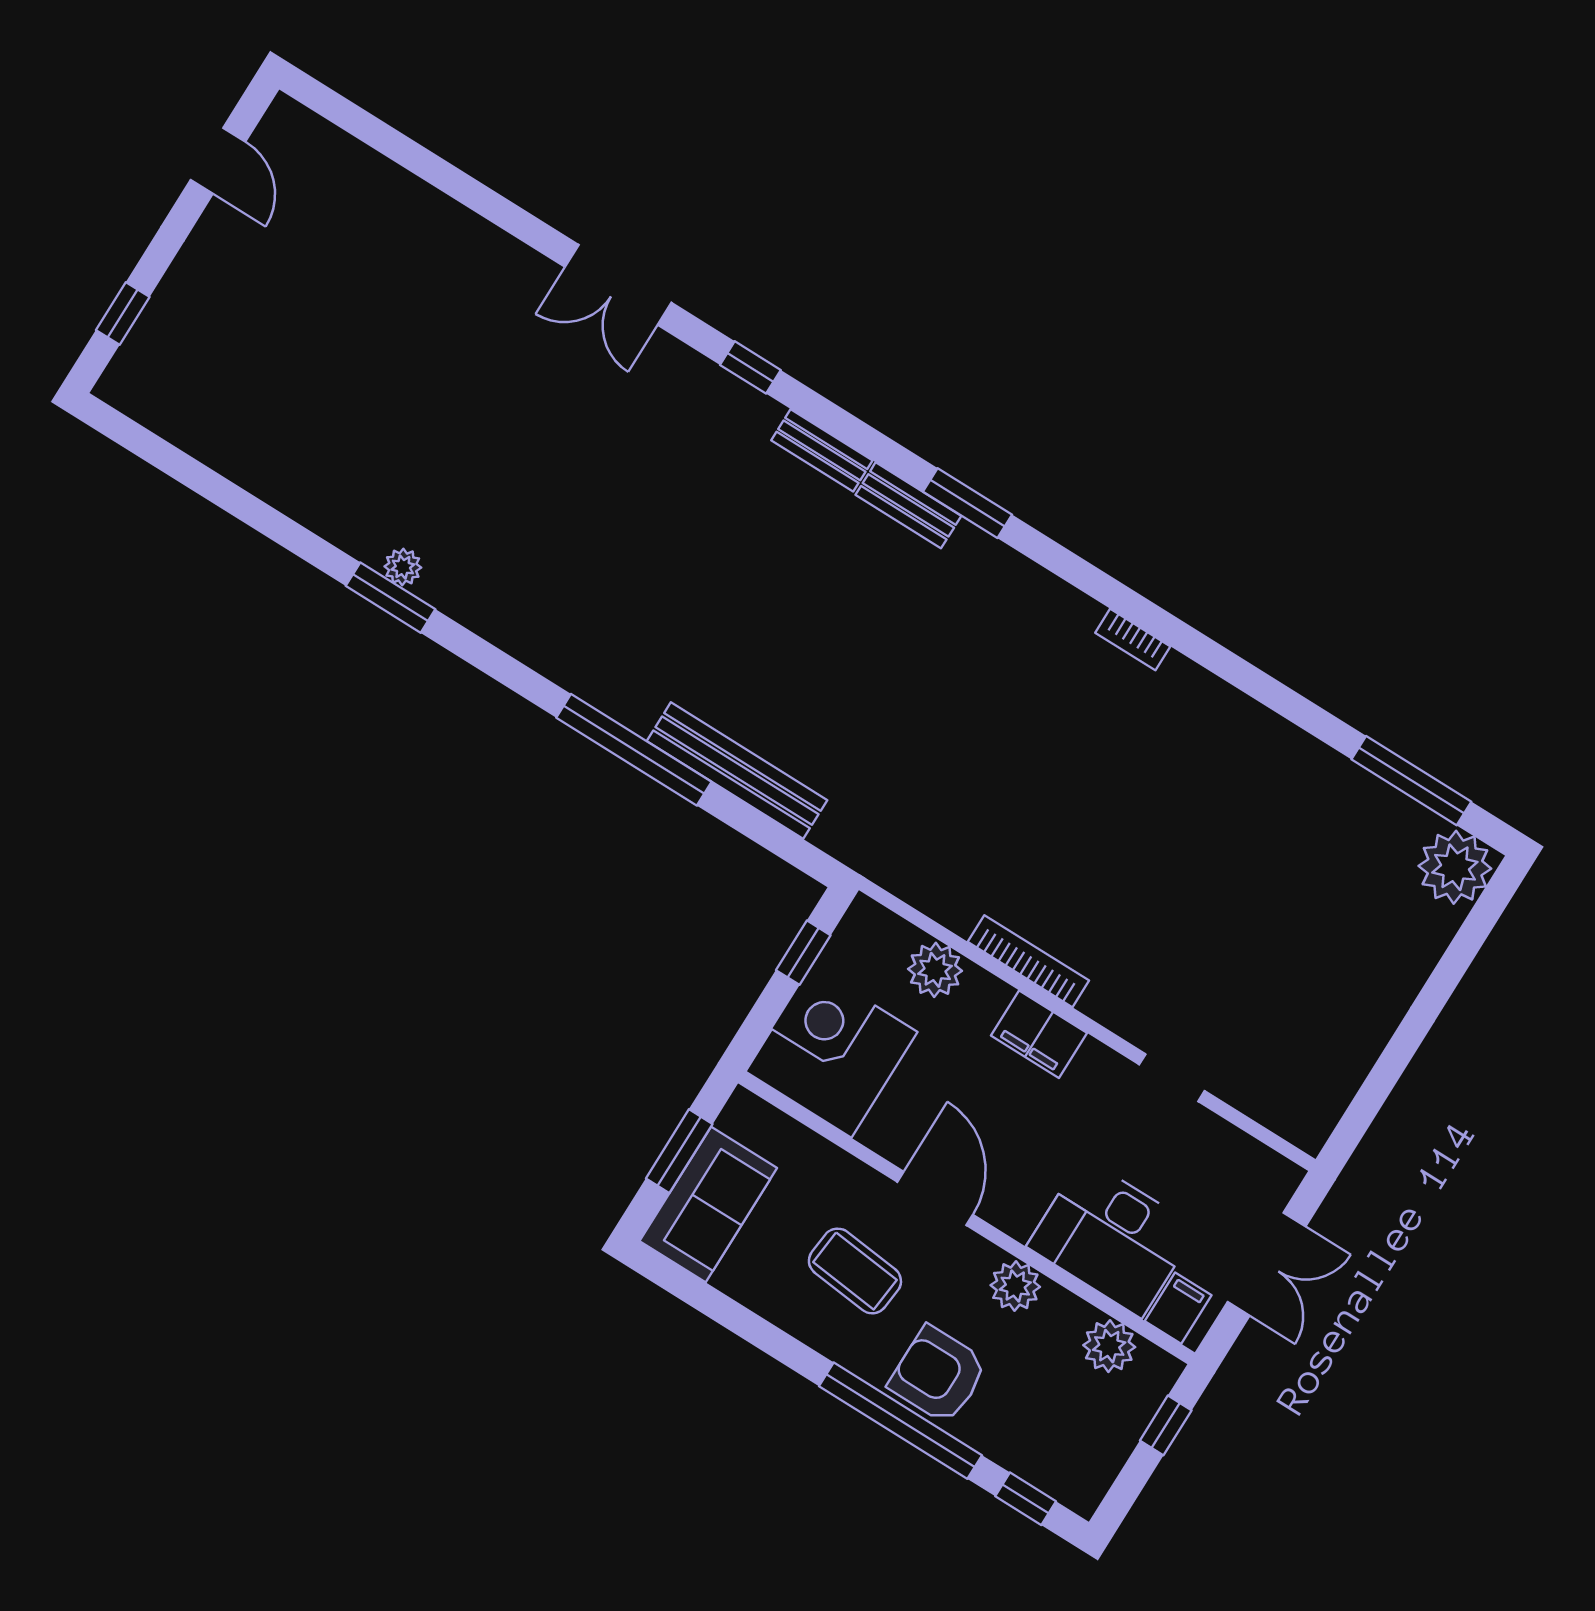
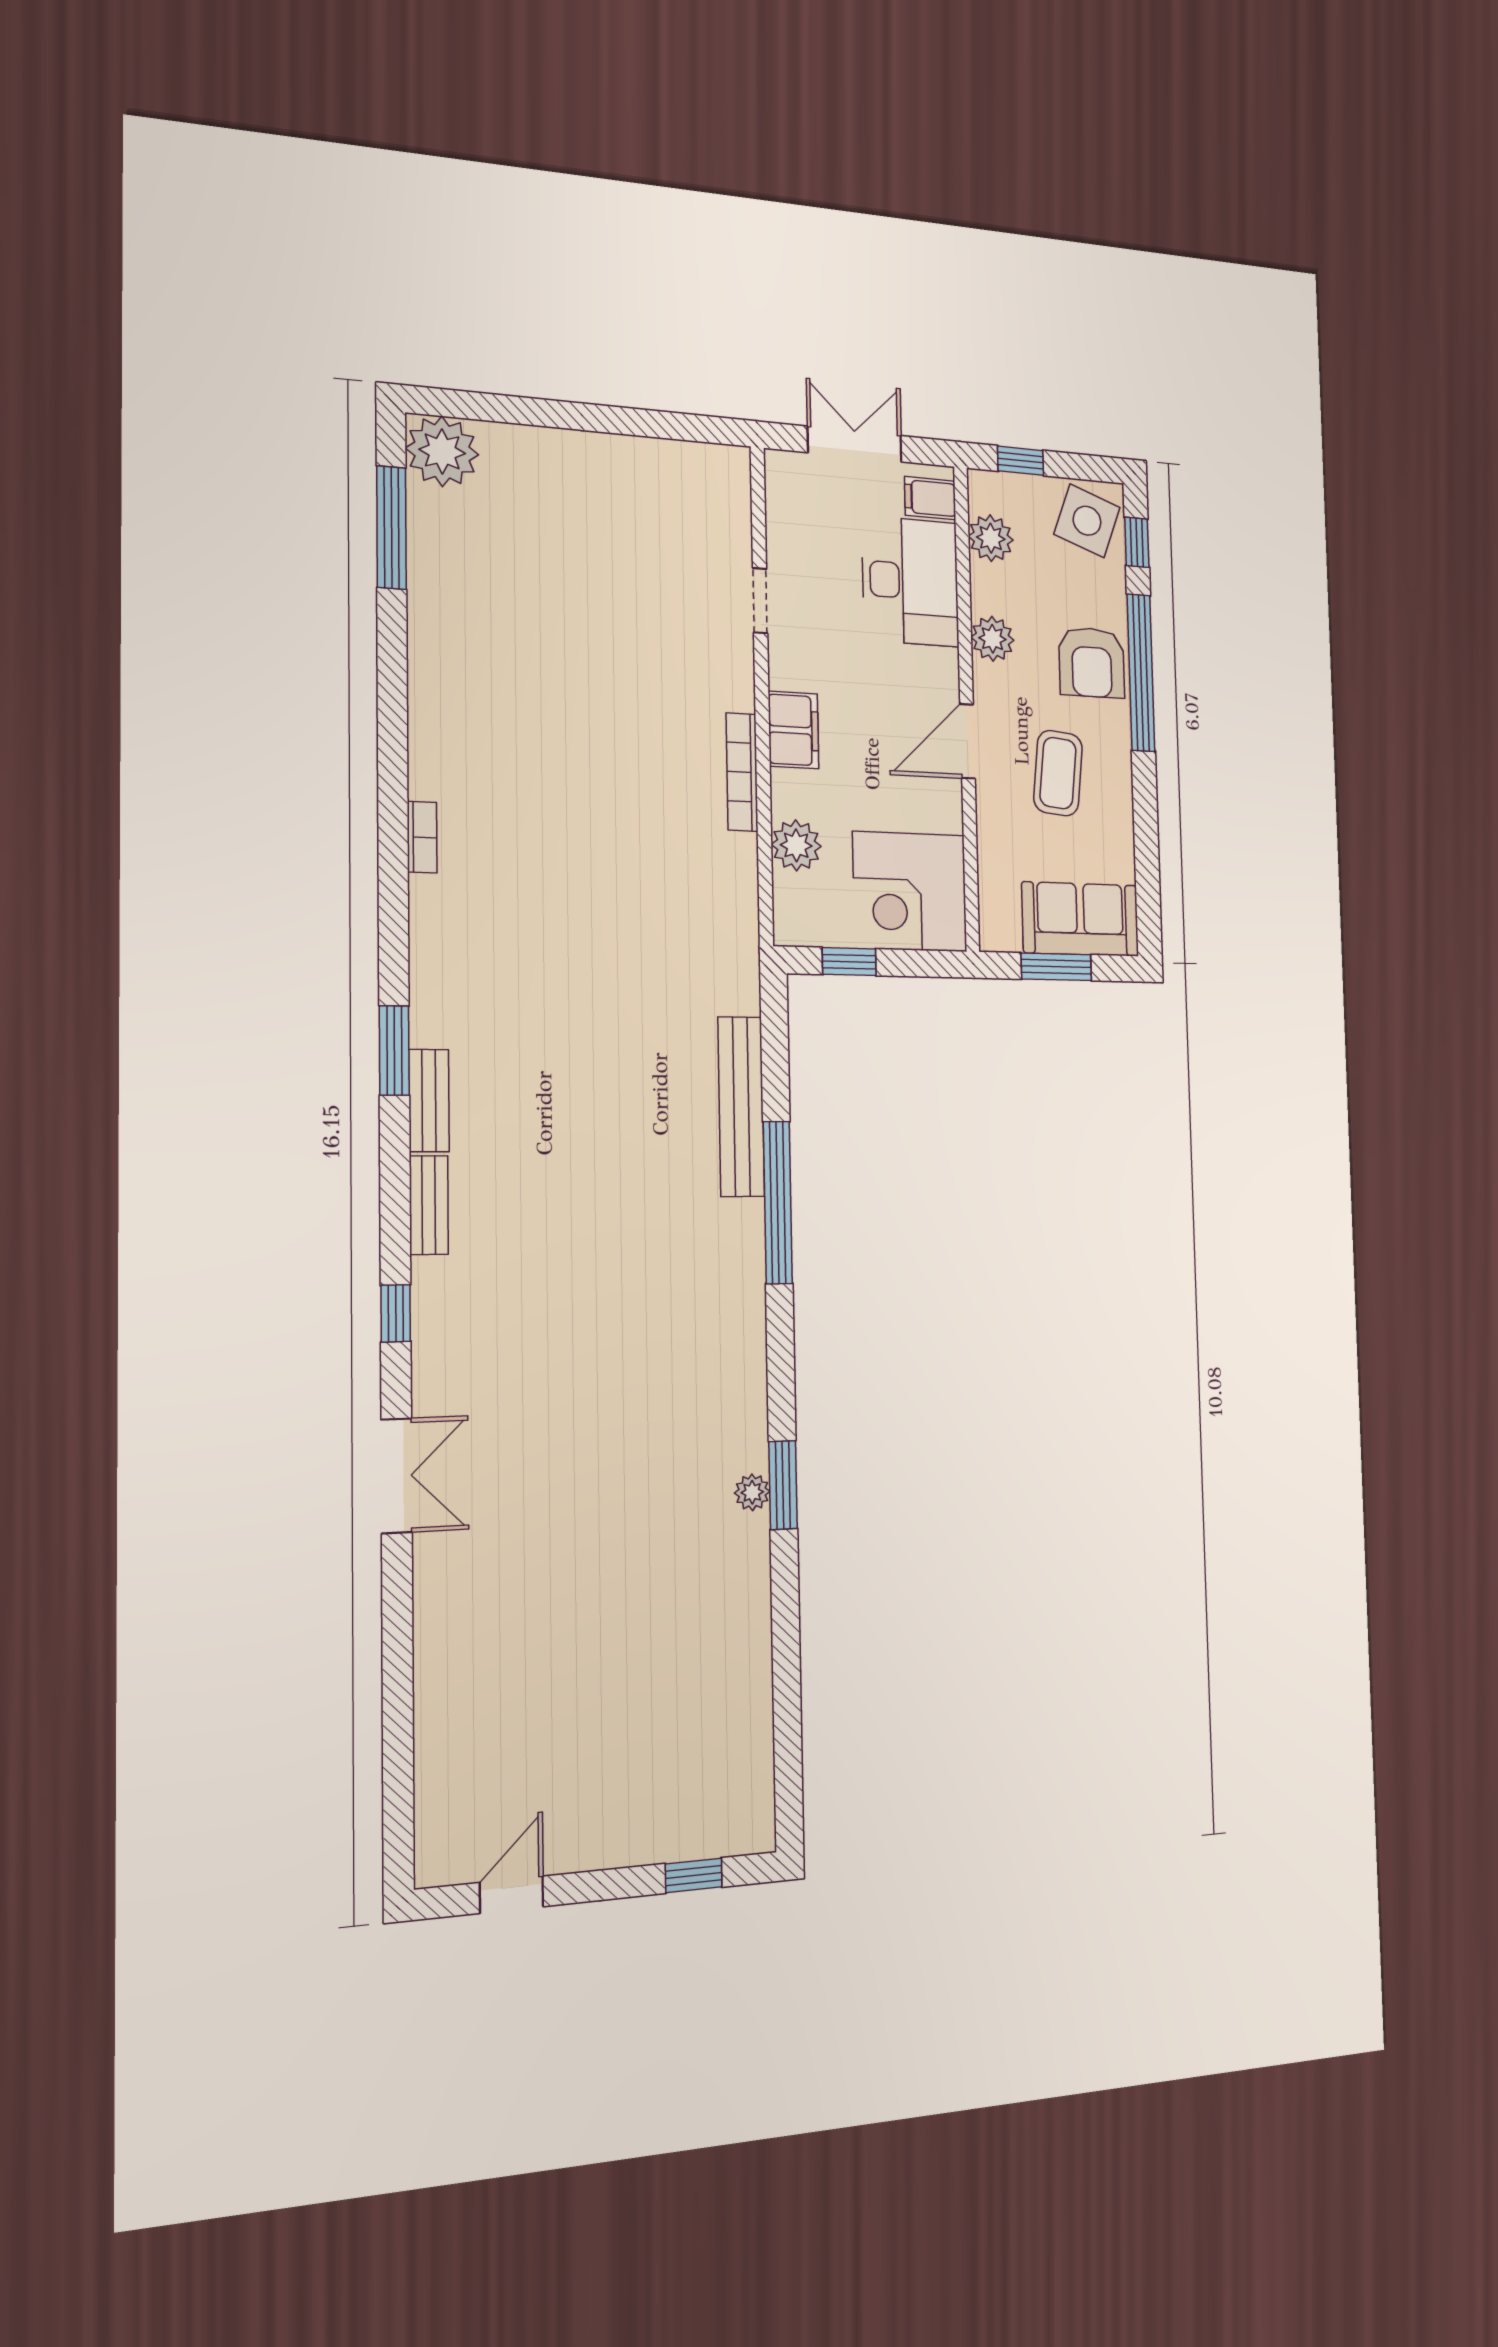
side table: (1074, 1459) -> (1087, 521), added

